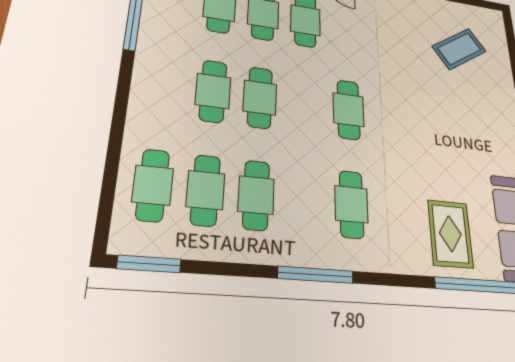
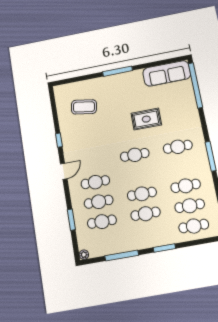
coffee table: (459, 49) -> (84, 107), turned -47
window: (121, 105) -> (164, 248), added
rug: (450, 234) -> (146, 119), moved

